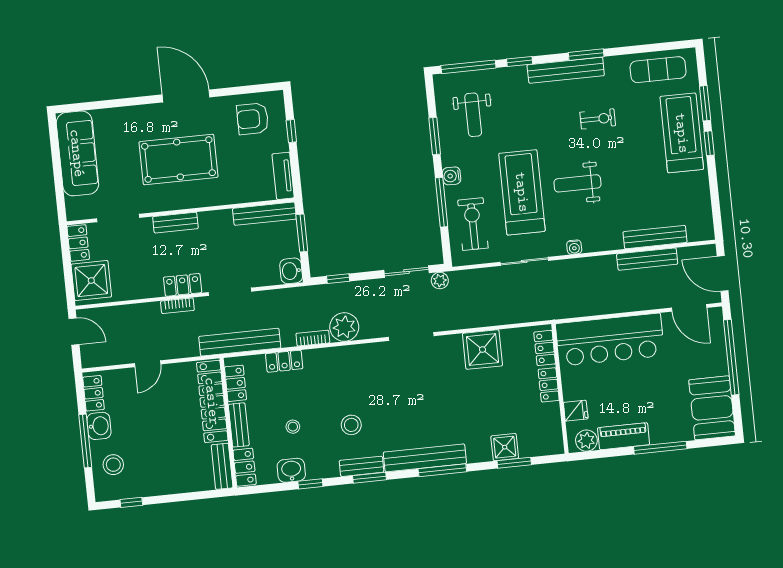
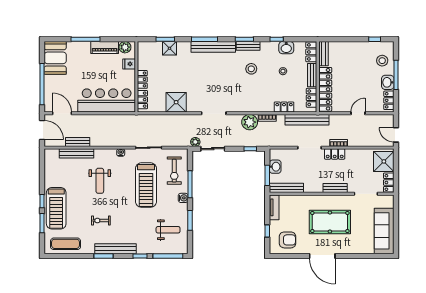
weight bench: (473, 115) -> (168, 230), turned 90
weight bench: (577, 183) -> (100, 181), moved, turned 90
bench: (647, 259) -> (78, 142), width x0.73
washbasin: (291, 271) -> (275, 167), moved

